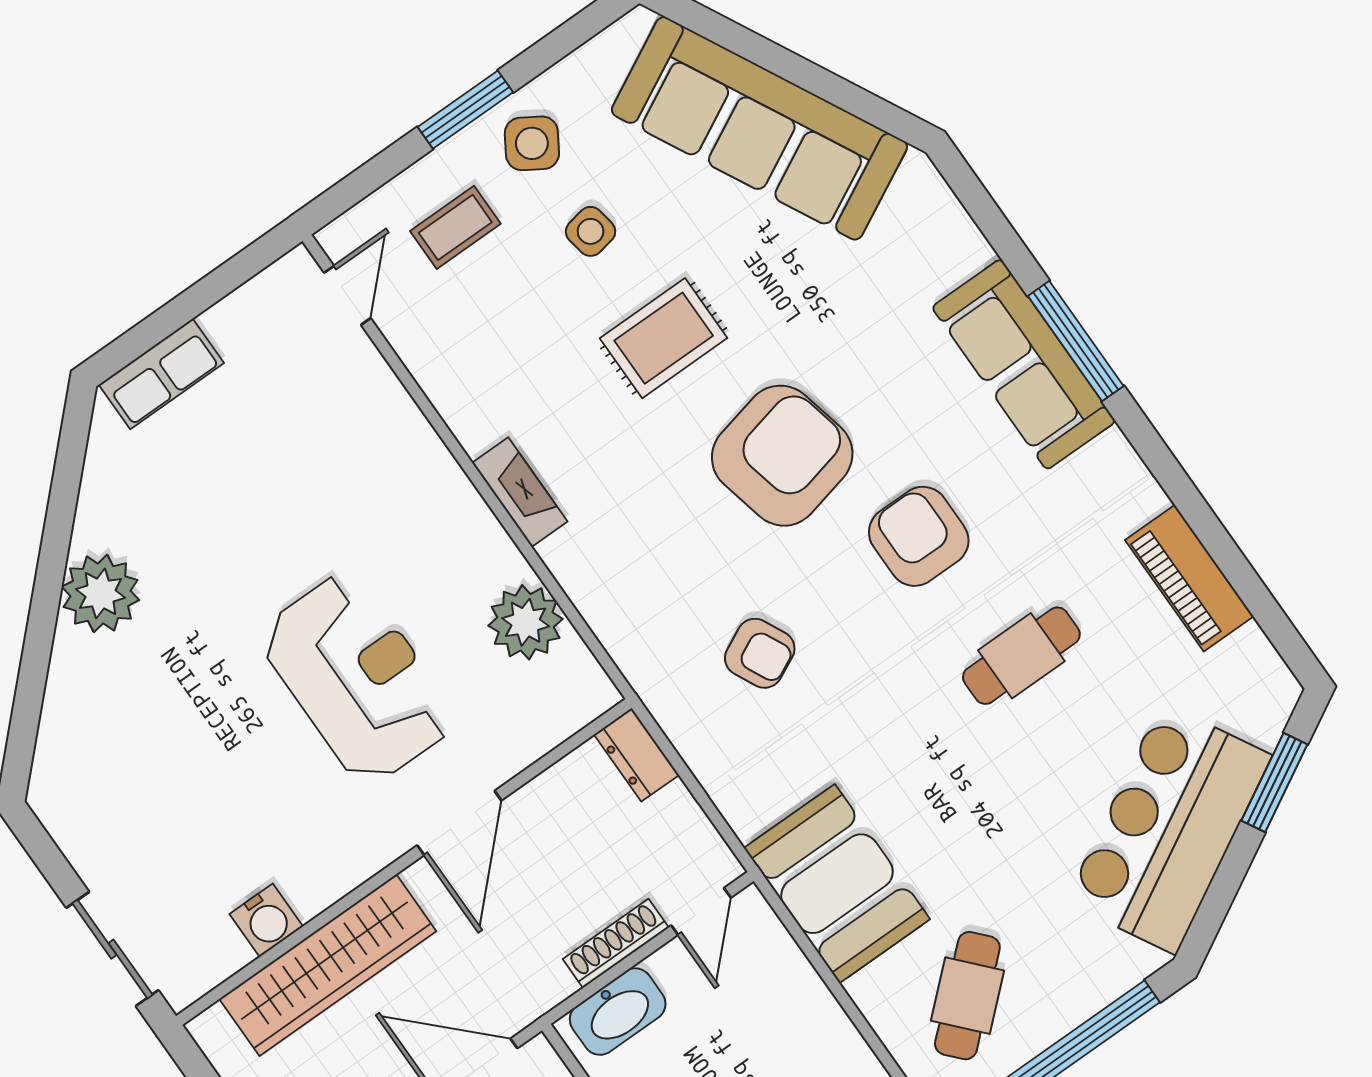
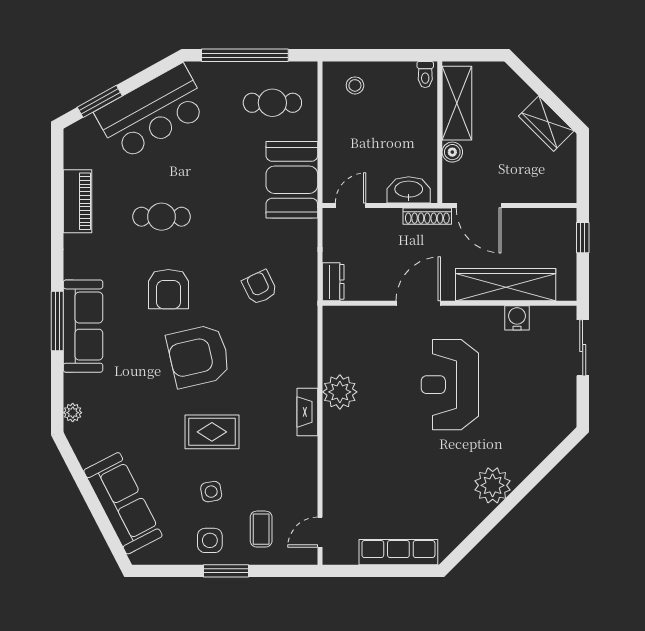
sofa: (759, 128) -> (123, 503), width x0.74, depth x0.79
side table: (532, 143) -> (210, 540), turned -32
plant: (934, 198) -> (73, 413), added
coffee table: (455, 227) -> (261, 529), turned 90
row of seats: (161, 374) -> (398, 552), width x1.48
plant: (526, 622) -> (340, 392), moved
reception desk: (357, 678) -> (450, 385), moved
shoe rack: (616, 943) -> (427, 216), moved
cafe table: (967, 996) -> (272, 103), turned 42

